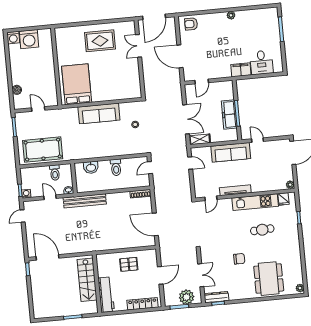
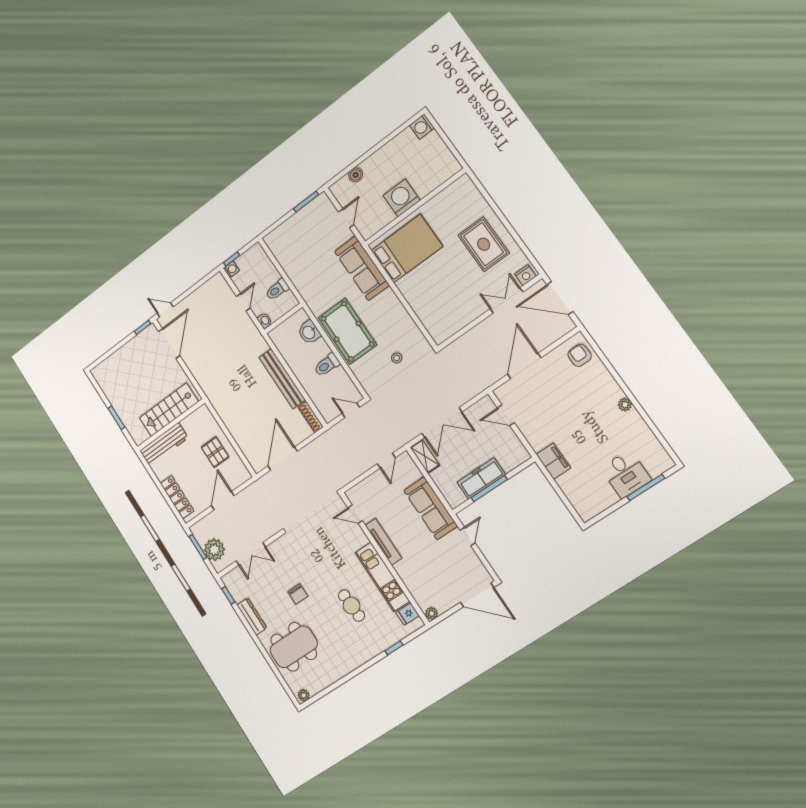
nightstand: (131, 28) -> (525, 275), added
washing machine: (29, 39) -> (402, 198), moved, turned 90
desk: (262, 62) -> (626, 474), moved, turned -90
sofa: (99, 113) -> (362, 268), moved
pool table: (43, 150) -> (348, 331), moved
bench: (85, 201) -> (282, 379), moved
door: (23, 216) -> (165, 310), moved
door: (160, 275) -> (223, 501), swing flipped
dresser: (216, 297) -> (252, 616), moved

